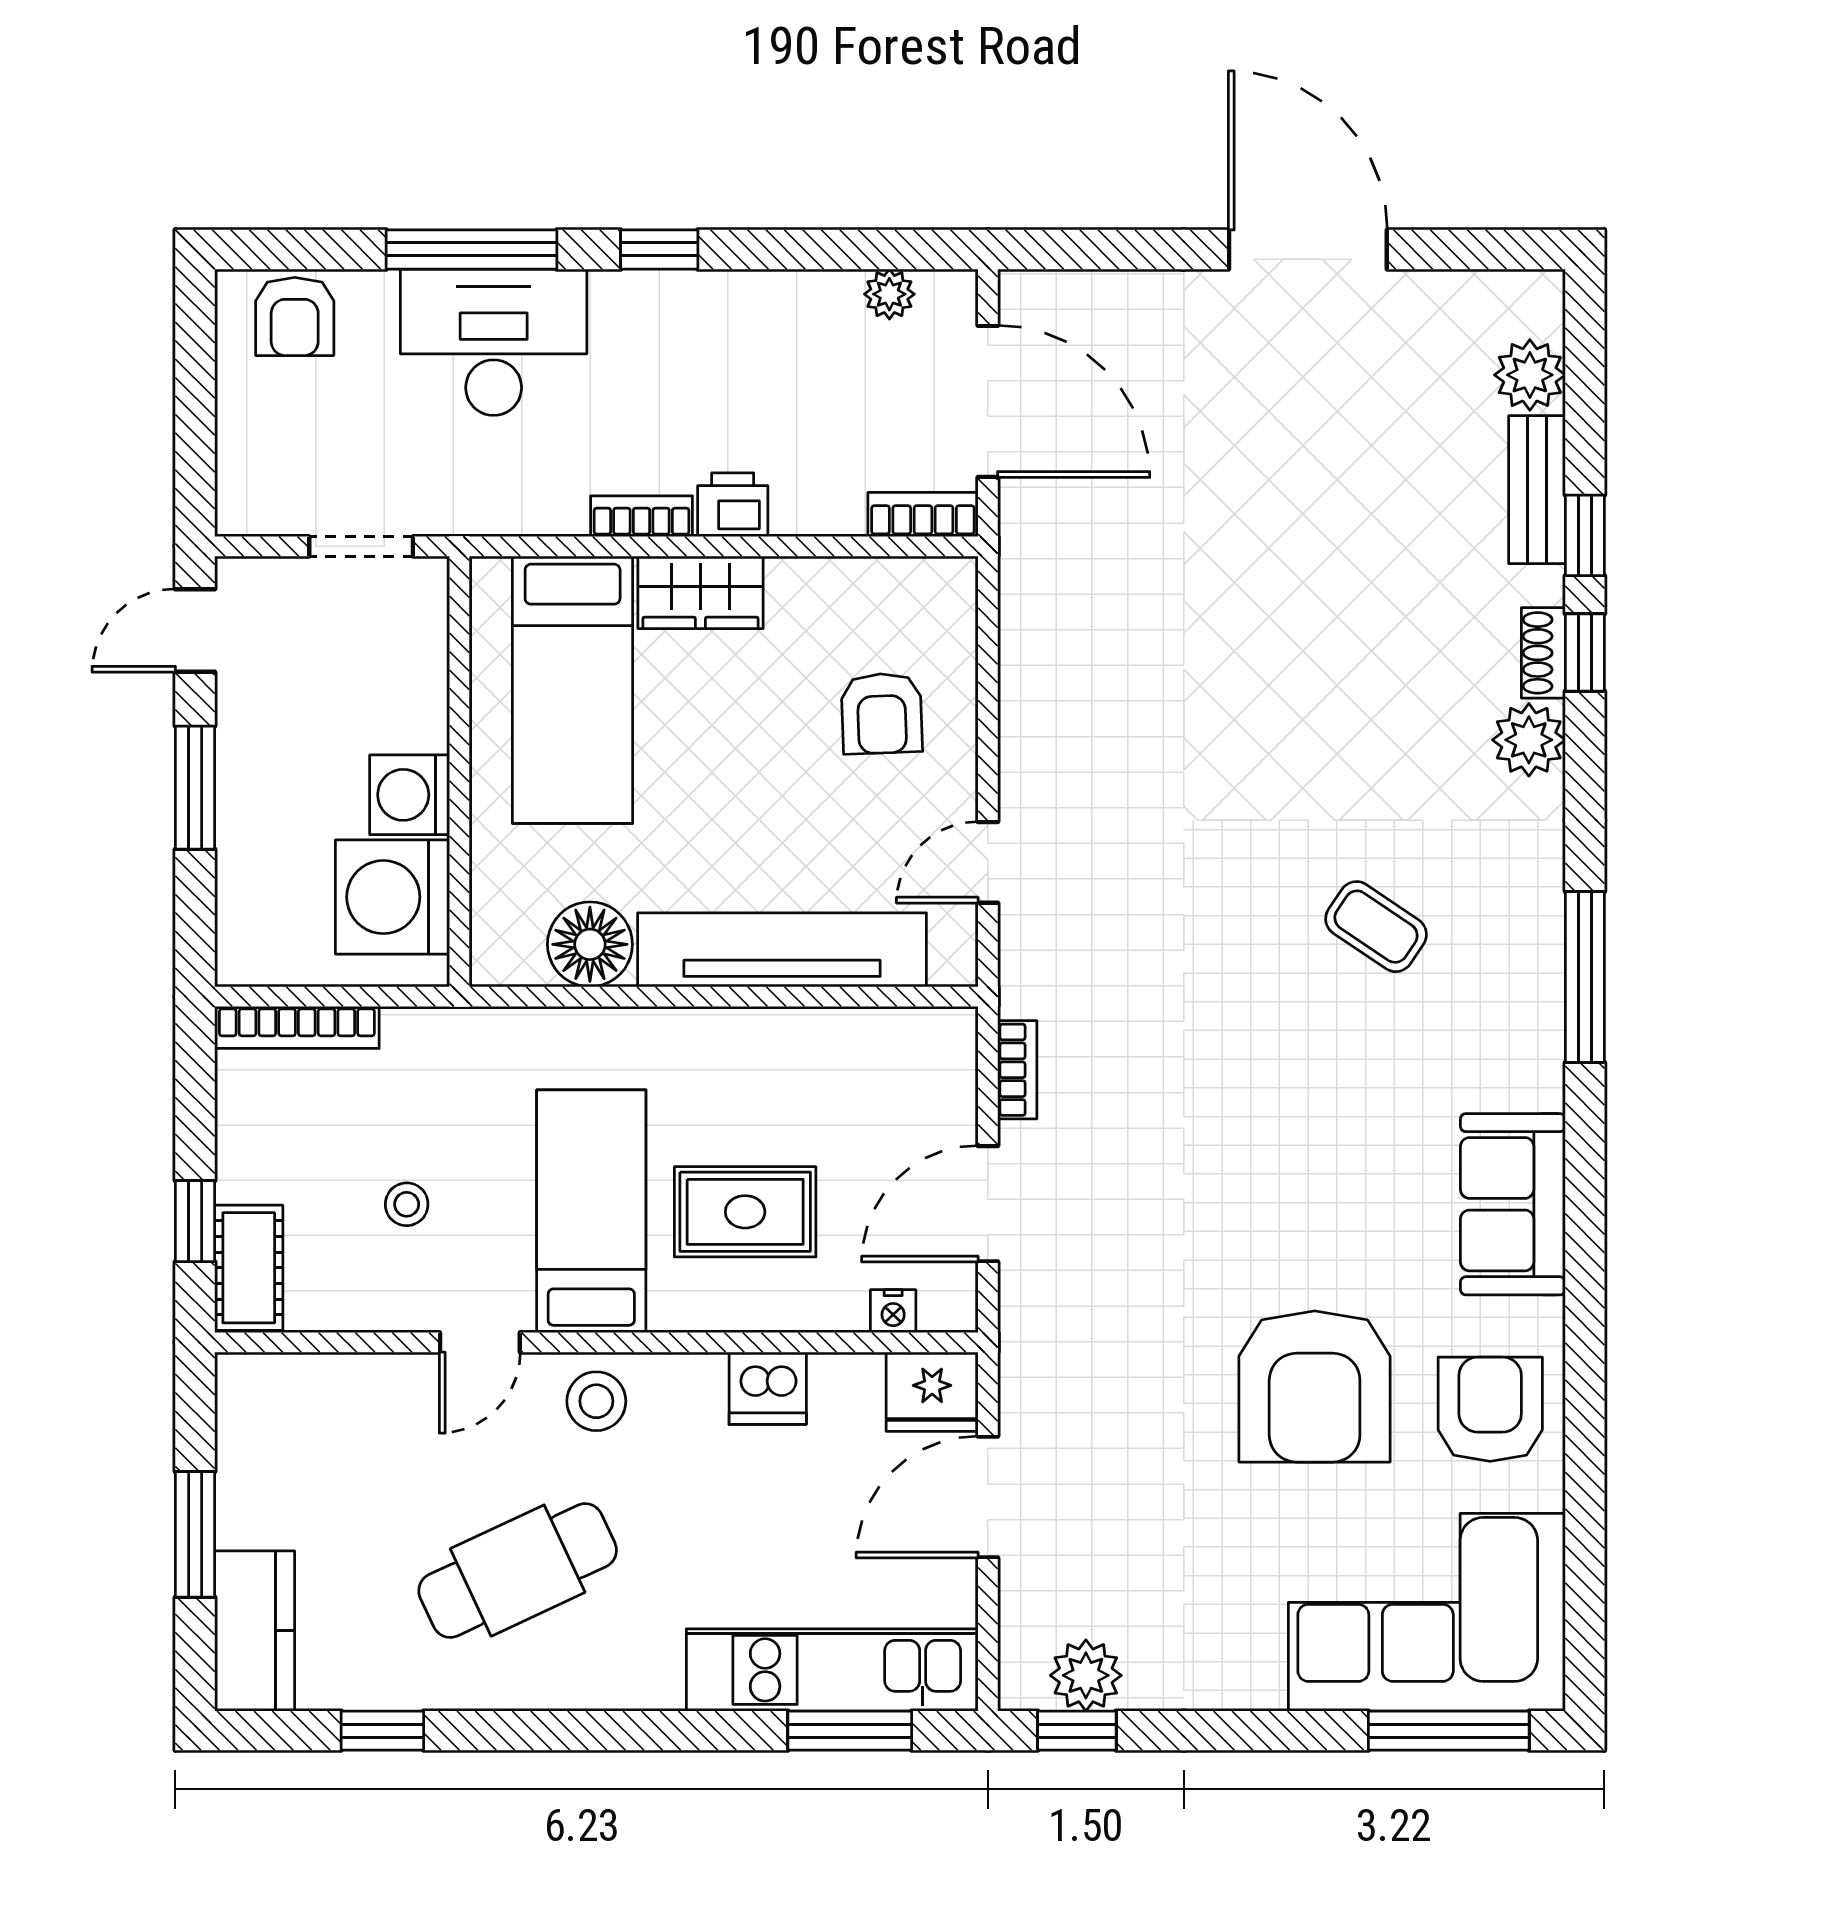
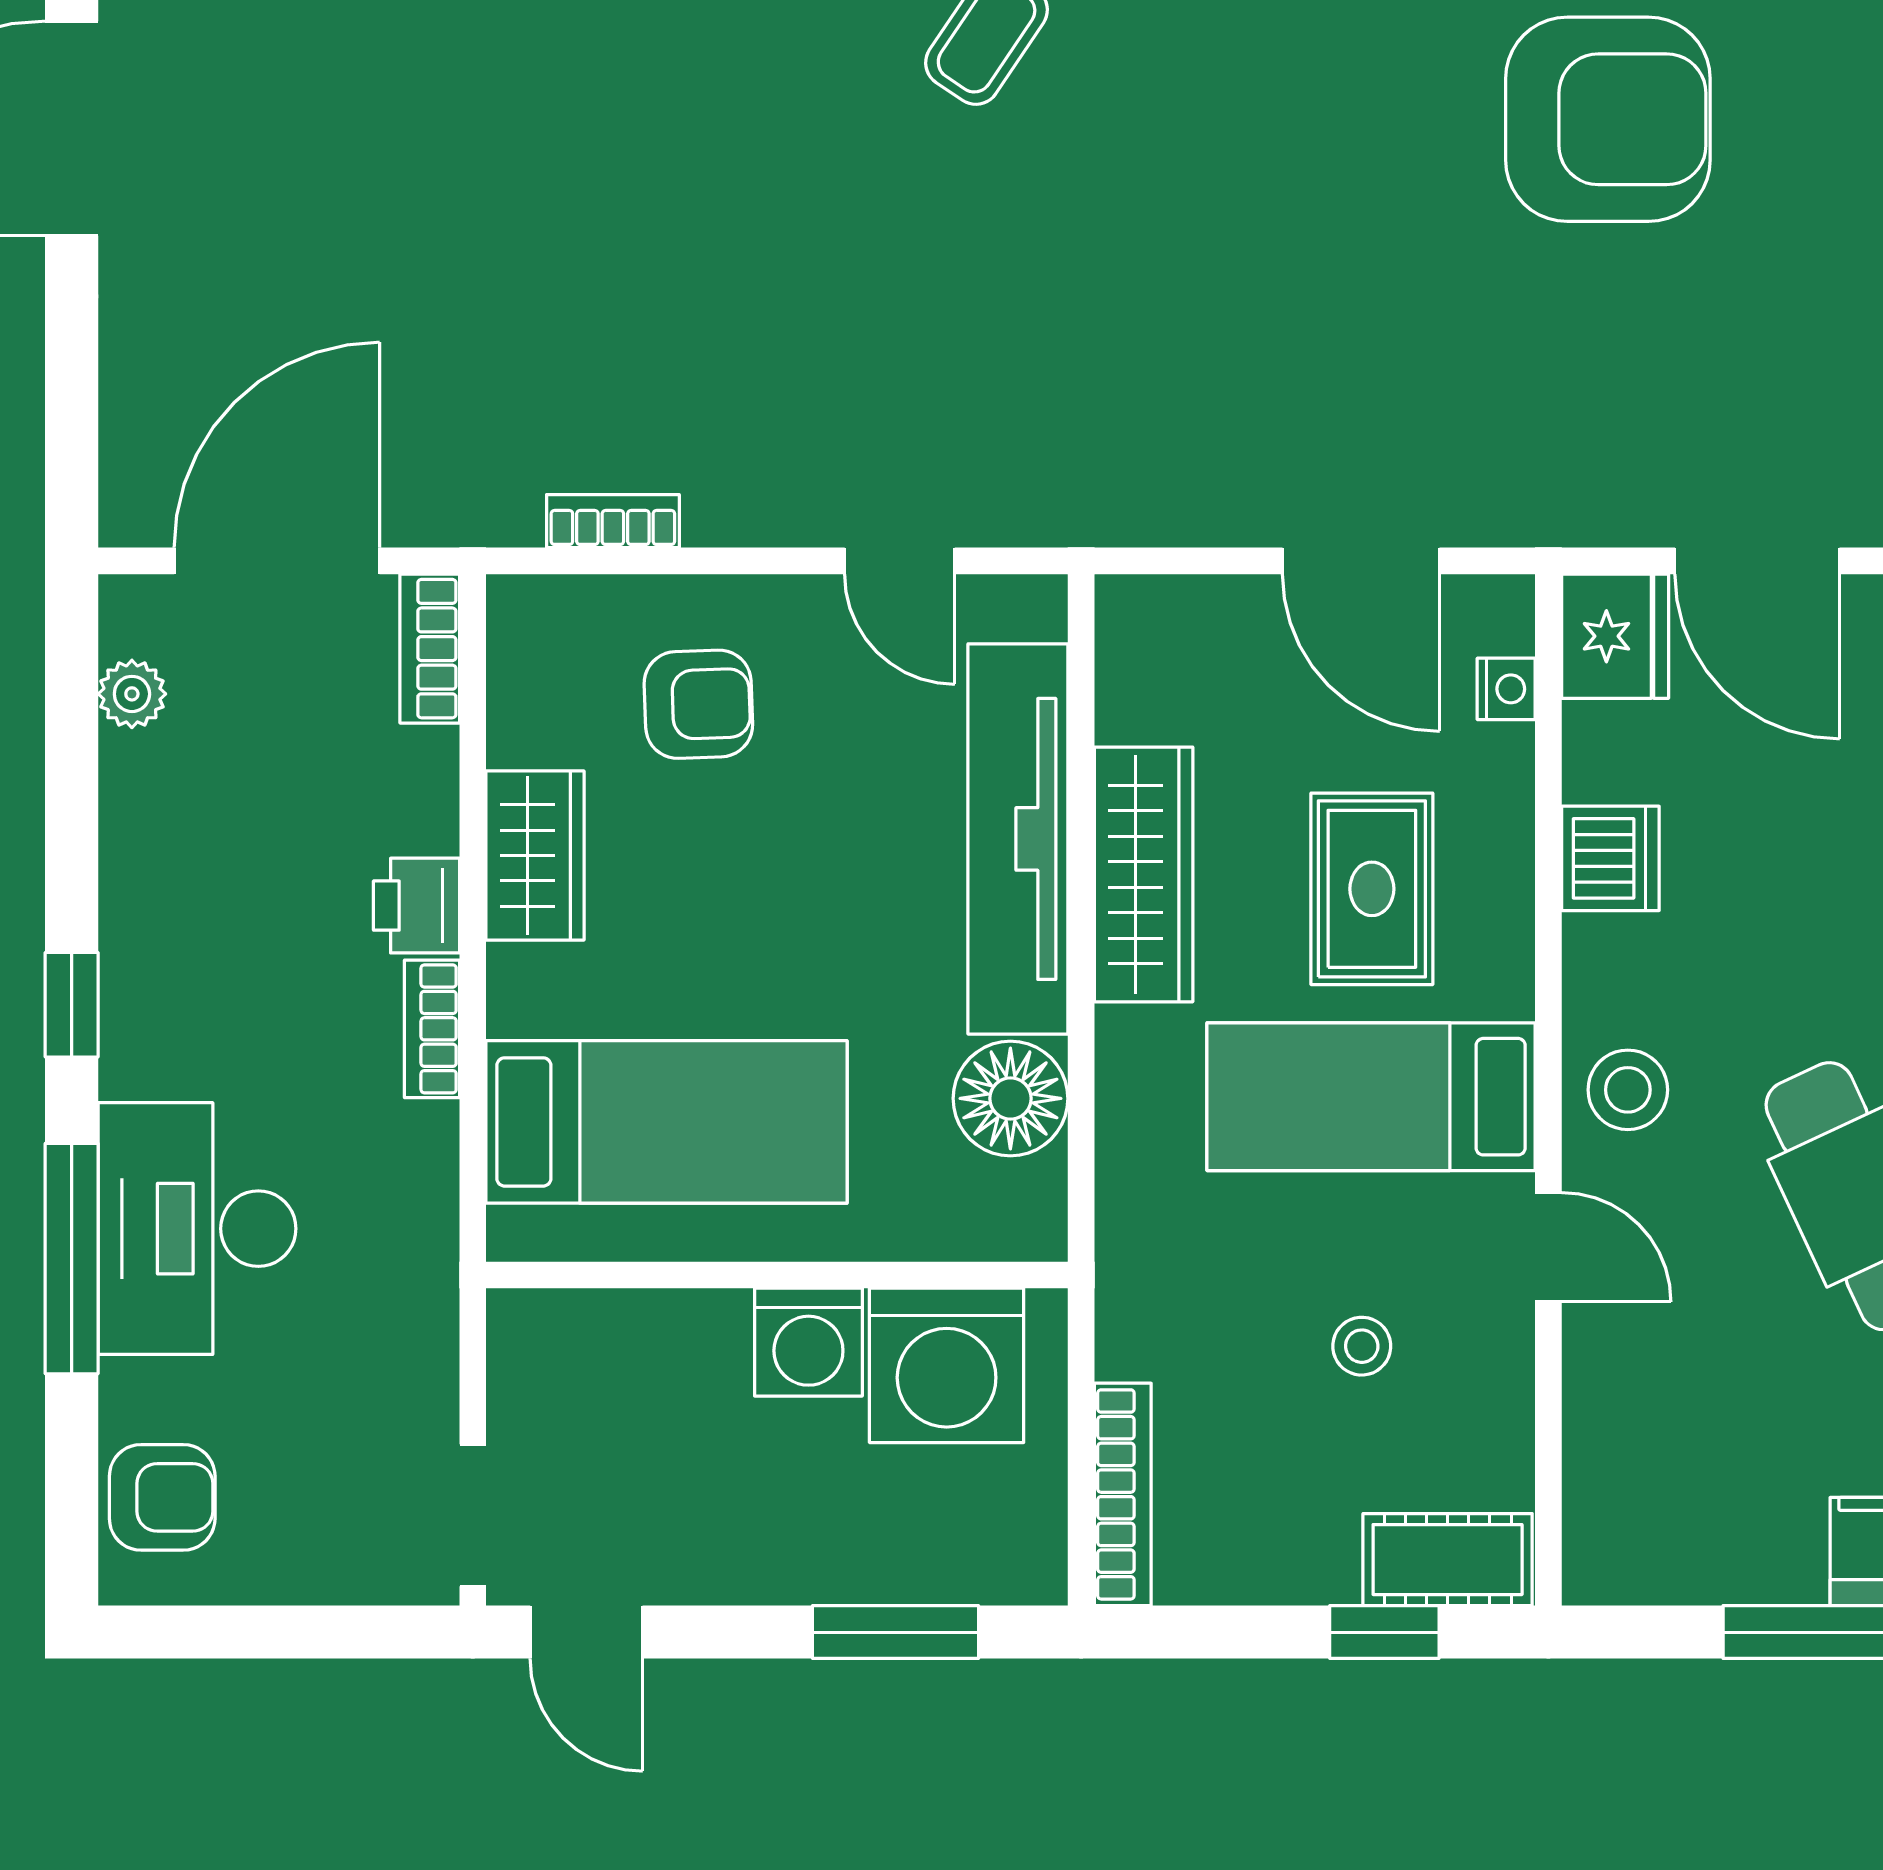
doorway: (361, 546) -> (473, 1515), moved
wardrobe: (700, 592) -> (535, 856), moved
window: (195, 788) -> (895, 1632), moved
wardrobe: (756, 1043) -> (1144, 874), added
bookcase: (1017, 1070) -> (613, 521), moved

